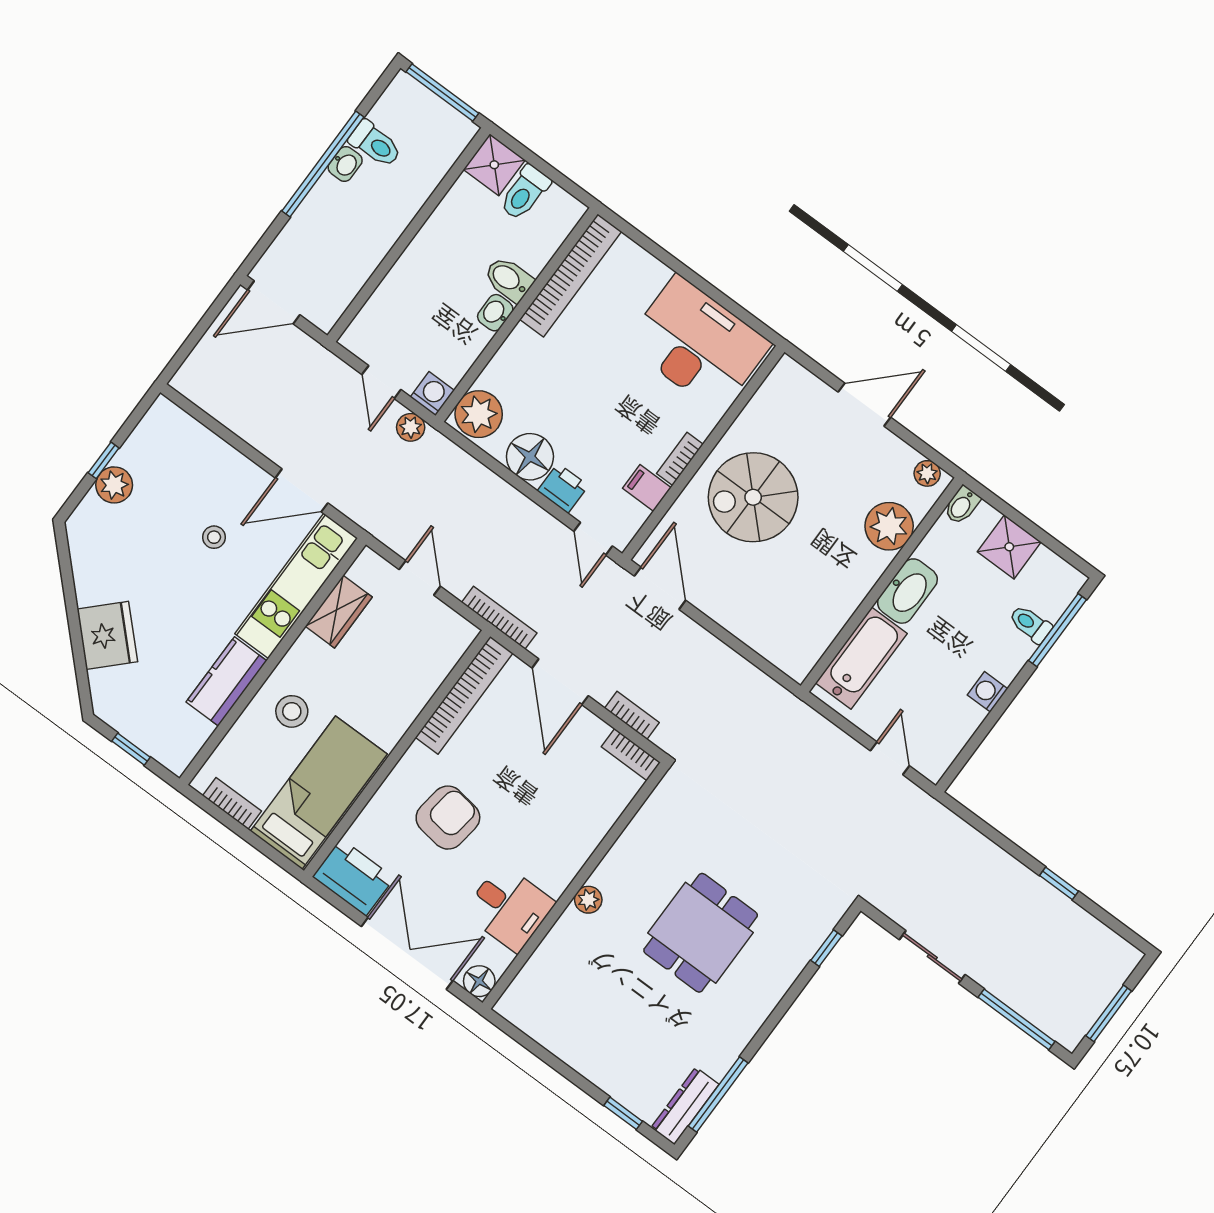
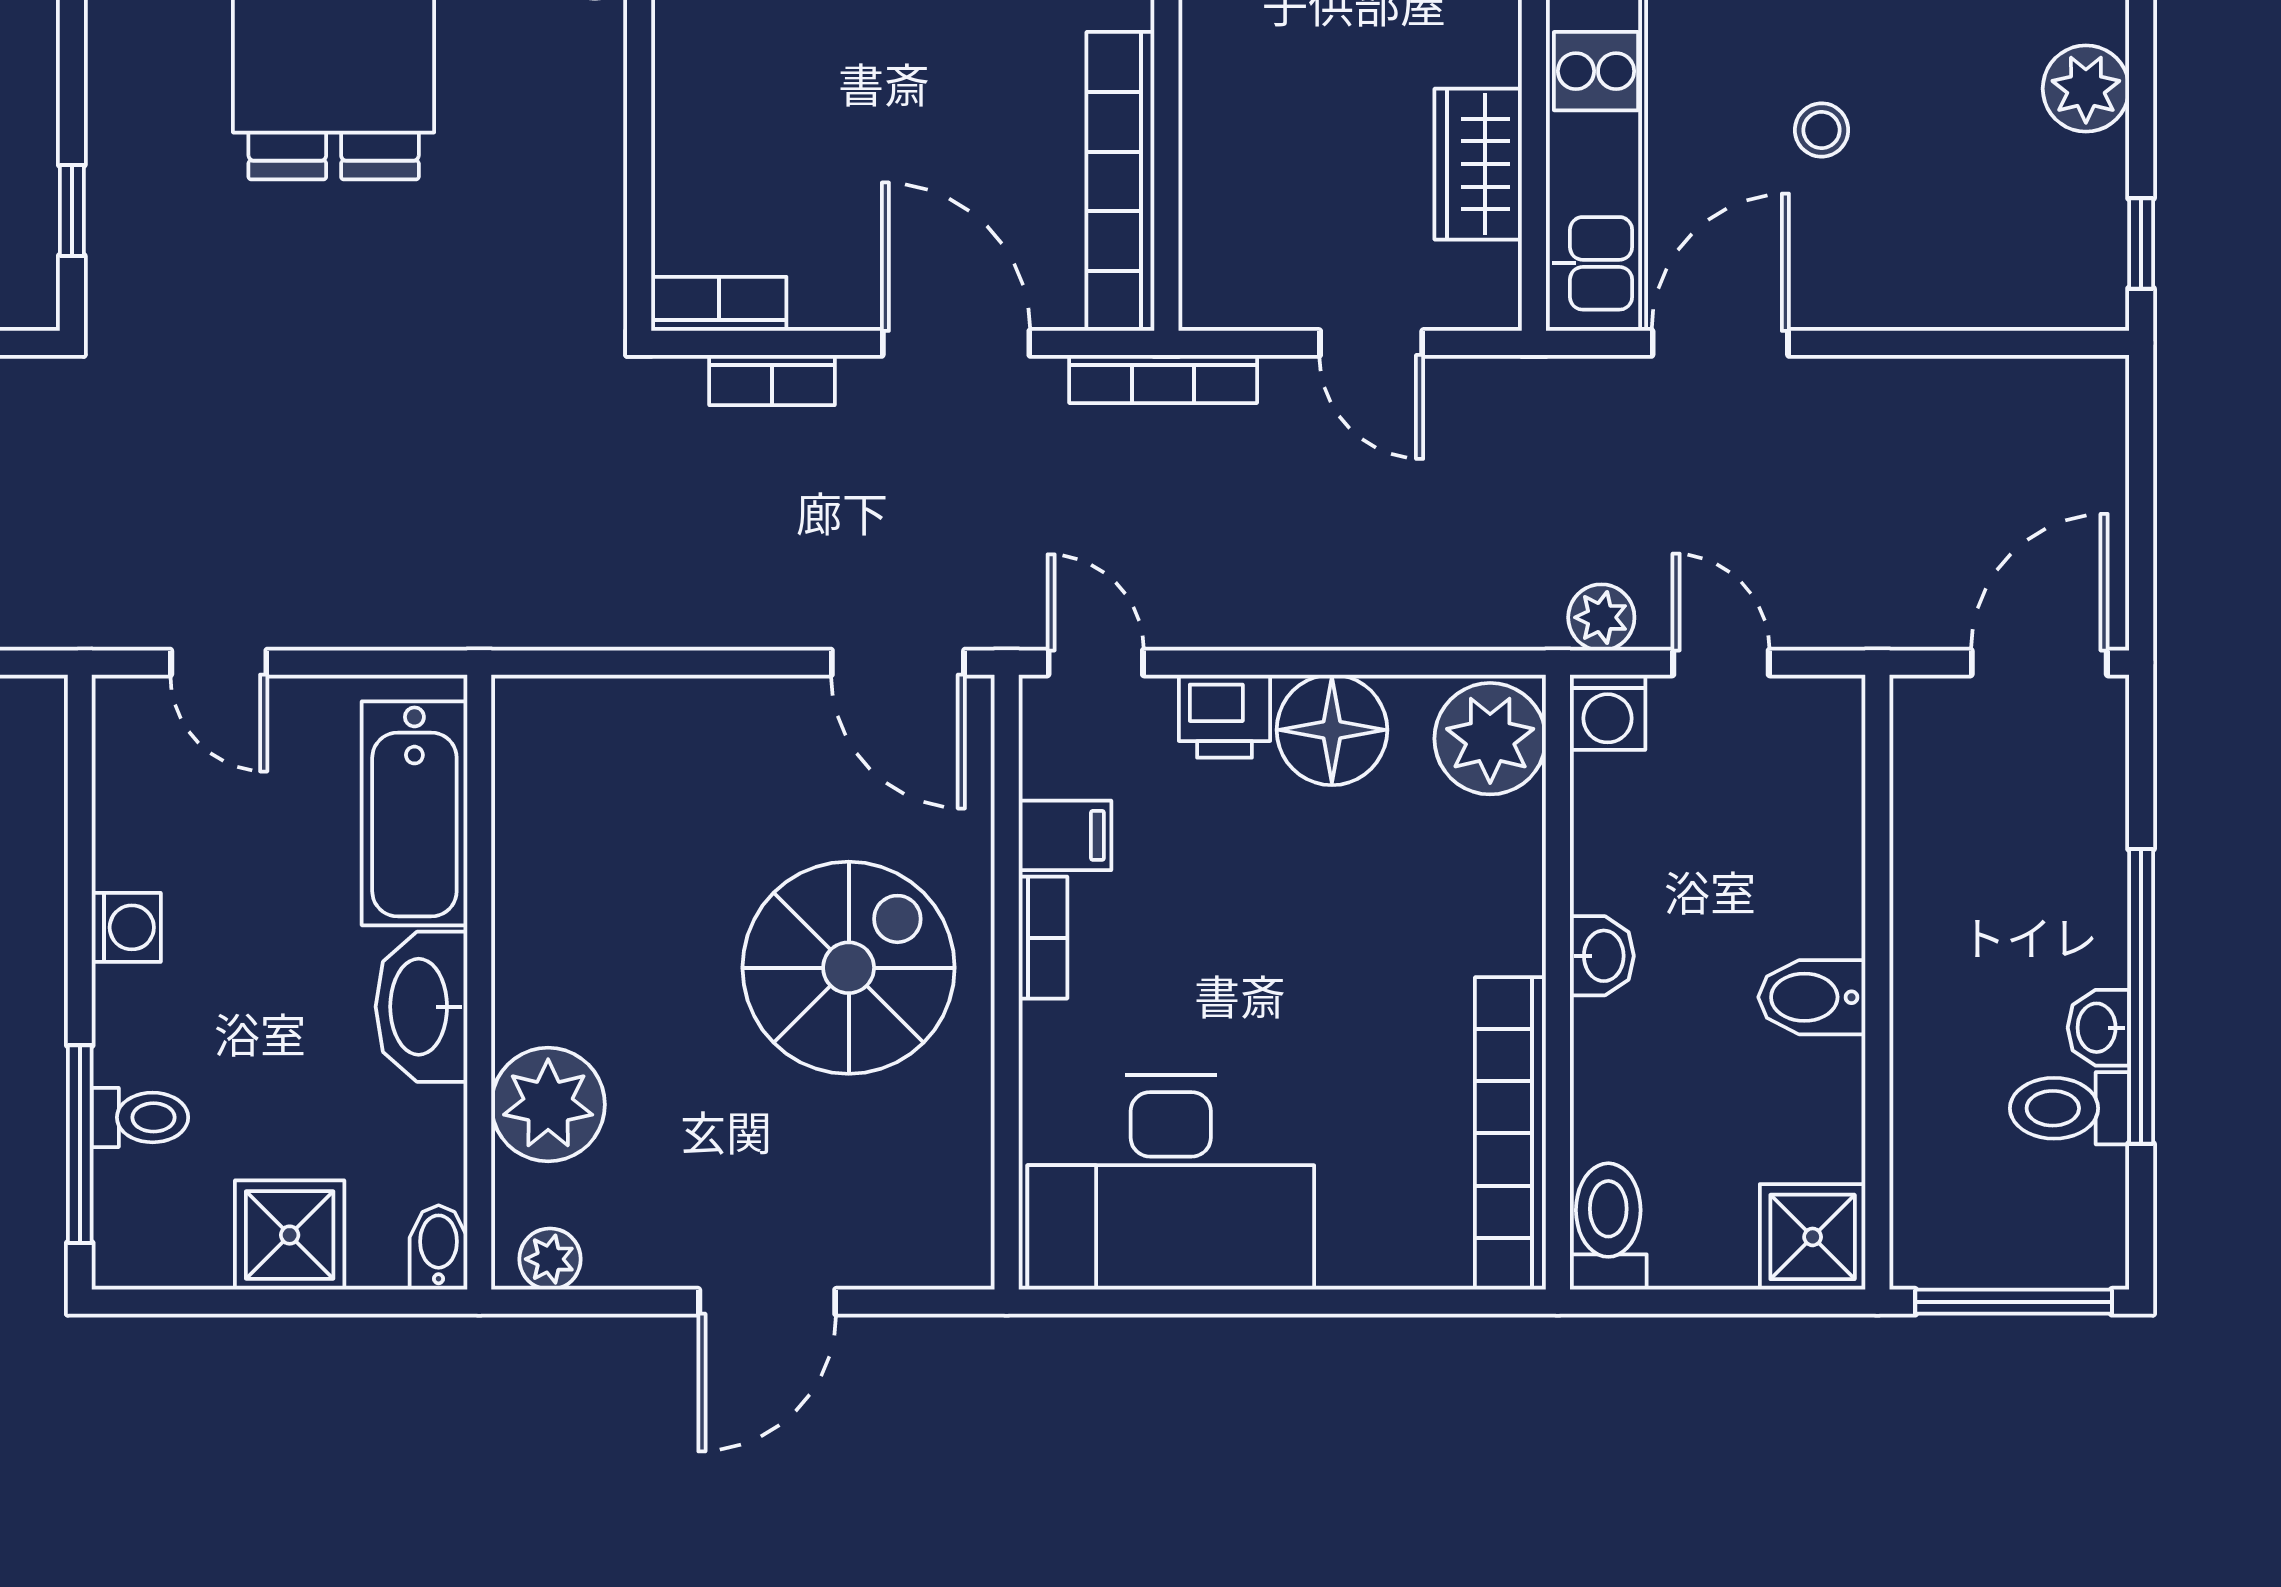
toilet: (525, 193) -> (1608, 1226), moved
bidet: (509, 279) -> (1812, 997), moved, turned 180
window: (104, 460) -> (2141, 243), moved

